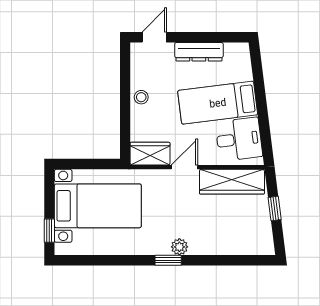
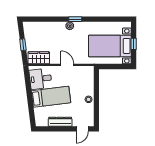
wardrobe: (150, 154) -> (84, 72), removed
door: (184, 167) -> (67, 65), swing flipped
wardrobe: (232, 182) -> (39, 58), width x0.67
window: (49, 231) -> (134, 44), moved

